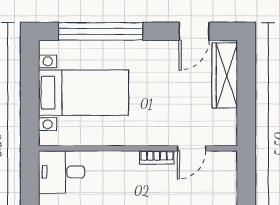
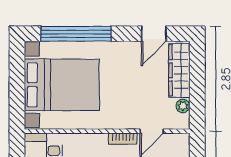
bed with nightstands: (84, 93) -> (62, 85), width x1.36
plant: (229, 118) -> (183, 106), added

